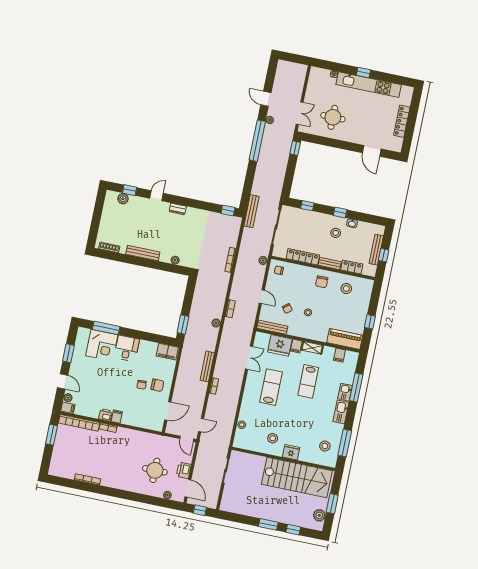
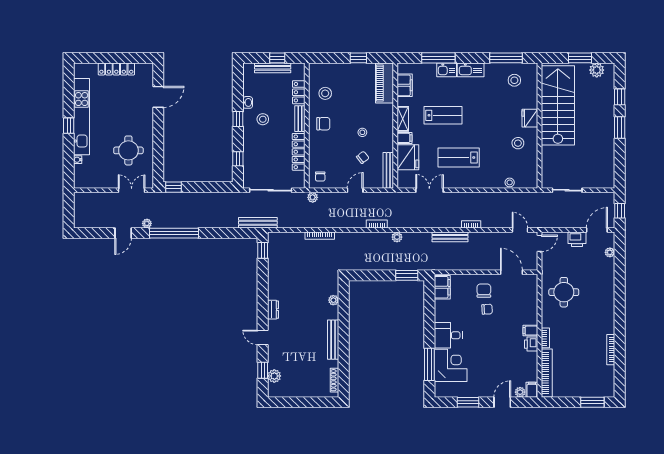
filing cabinet: (339, 355) -> (405, 85), width x2.00
window: (52, 435) -> (592, 402), moved
round table: (155, 470) -> (564, 292), moved

